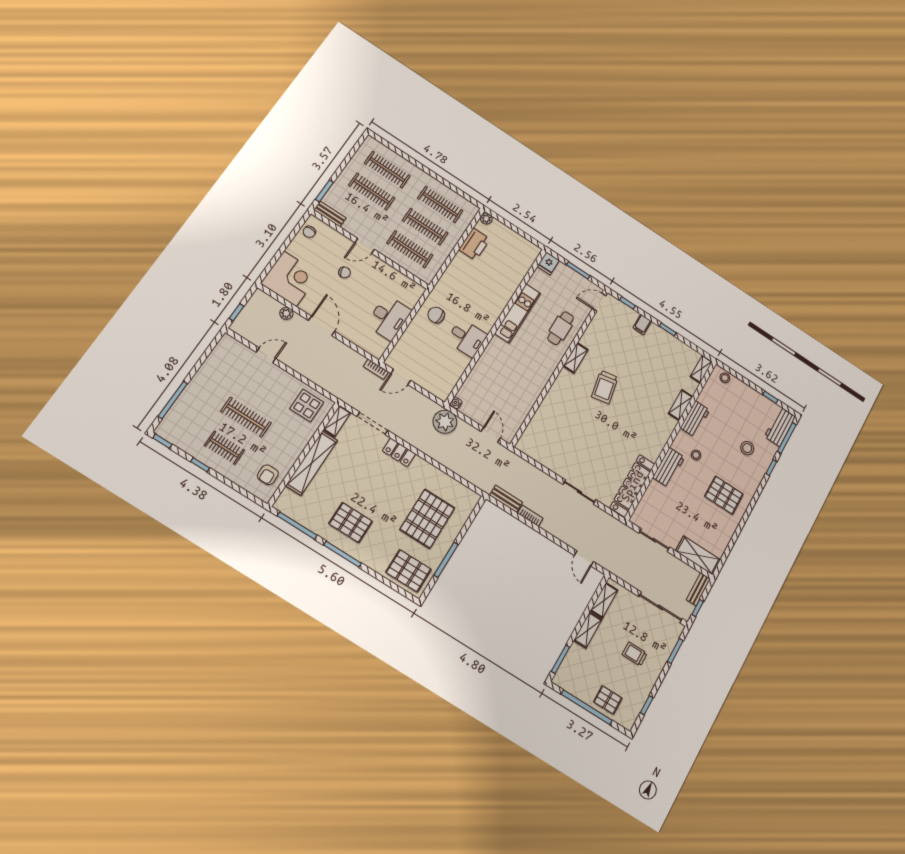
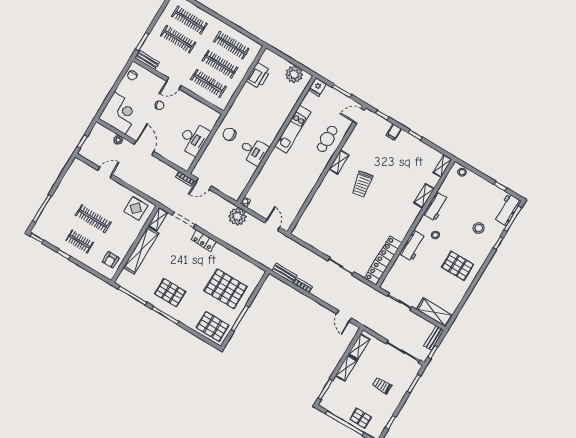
plant: (486, 219) -> (294, 74), moved, width x1.88, depth x1.88
pallet: (427, 519) -> (226, 289), turned 90

